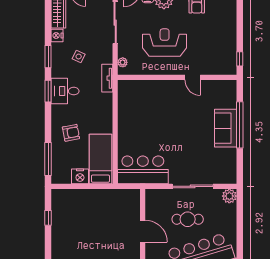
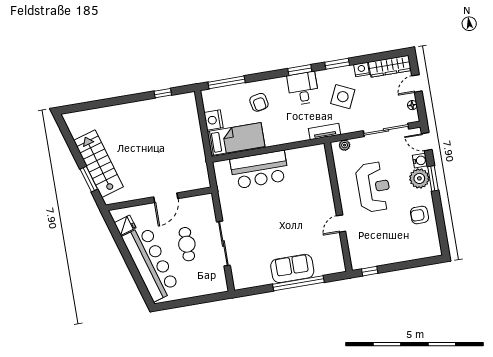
side table: (79, 57) -> (343, 97), width x1.87, depth x1.87
bar counter: (143, 170) -> (259, 170), moved, turned 90
plant: (229, 196) -> (220, 285), removed

